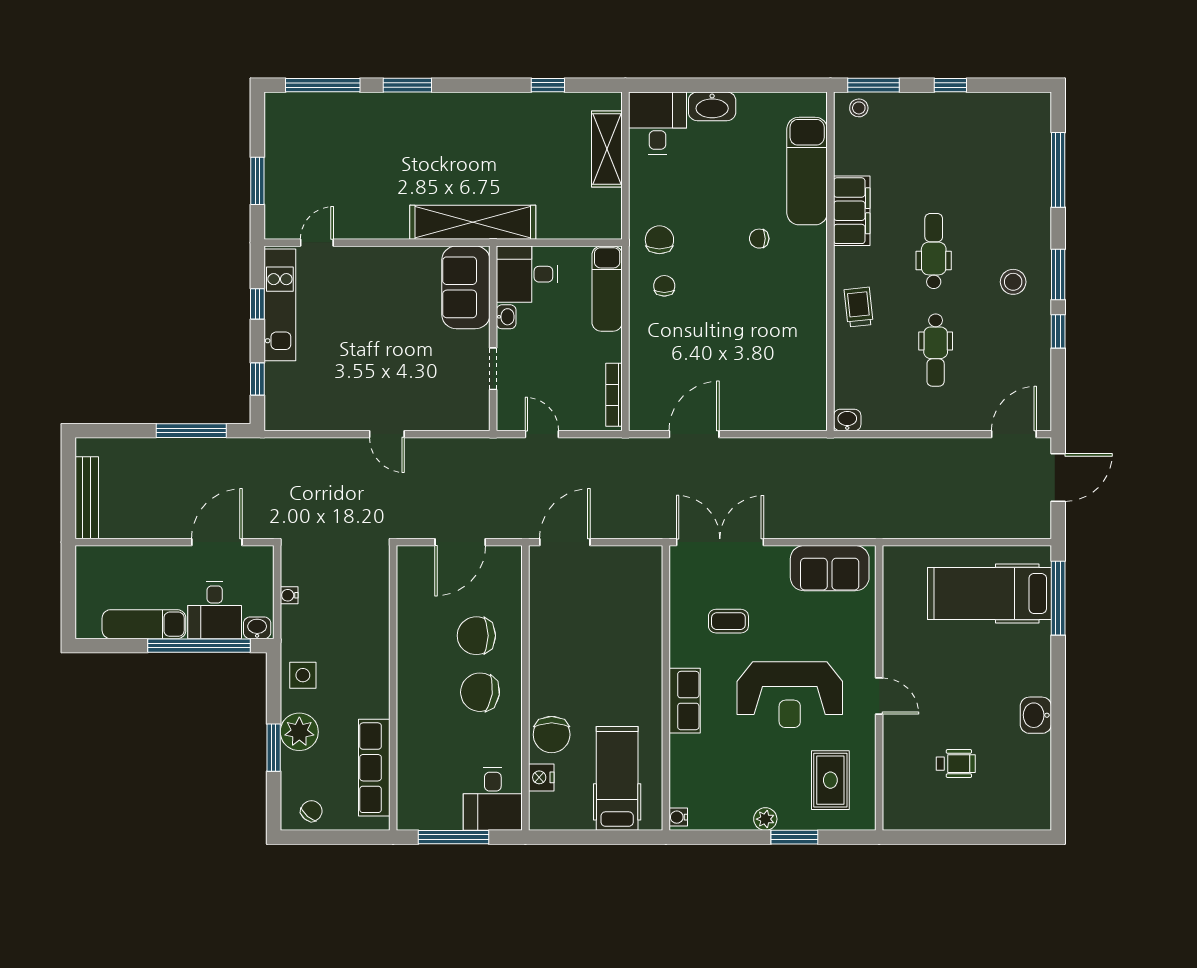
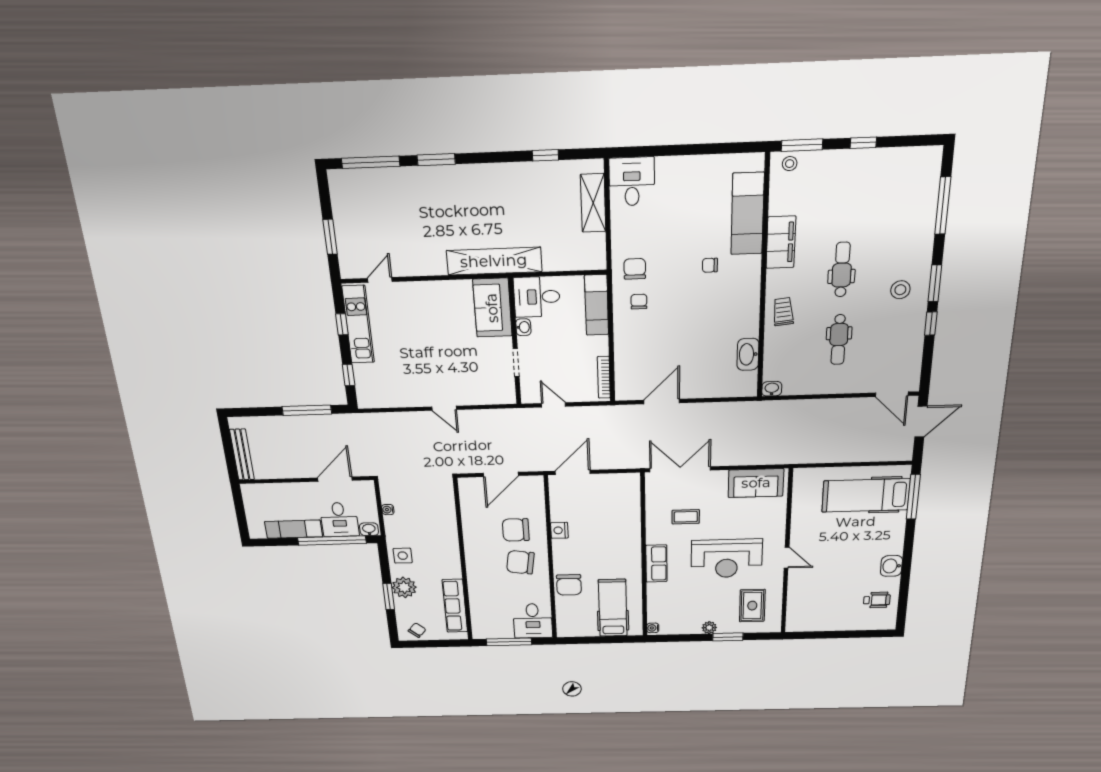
washbasin: (712, 106) -> (748, 354), moved, turned 90
door: (1014, 434) -> (892, 394), swing flipped
wheelchair: (956, 764) -> (877, 600), moved
nightstand: (541, 777) -> (559, 530), moved

